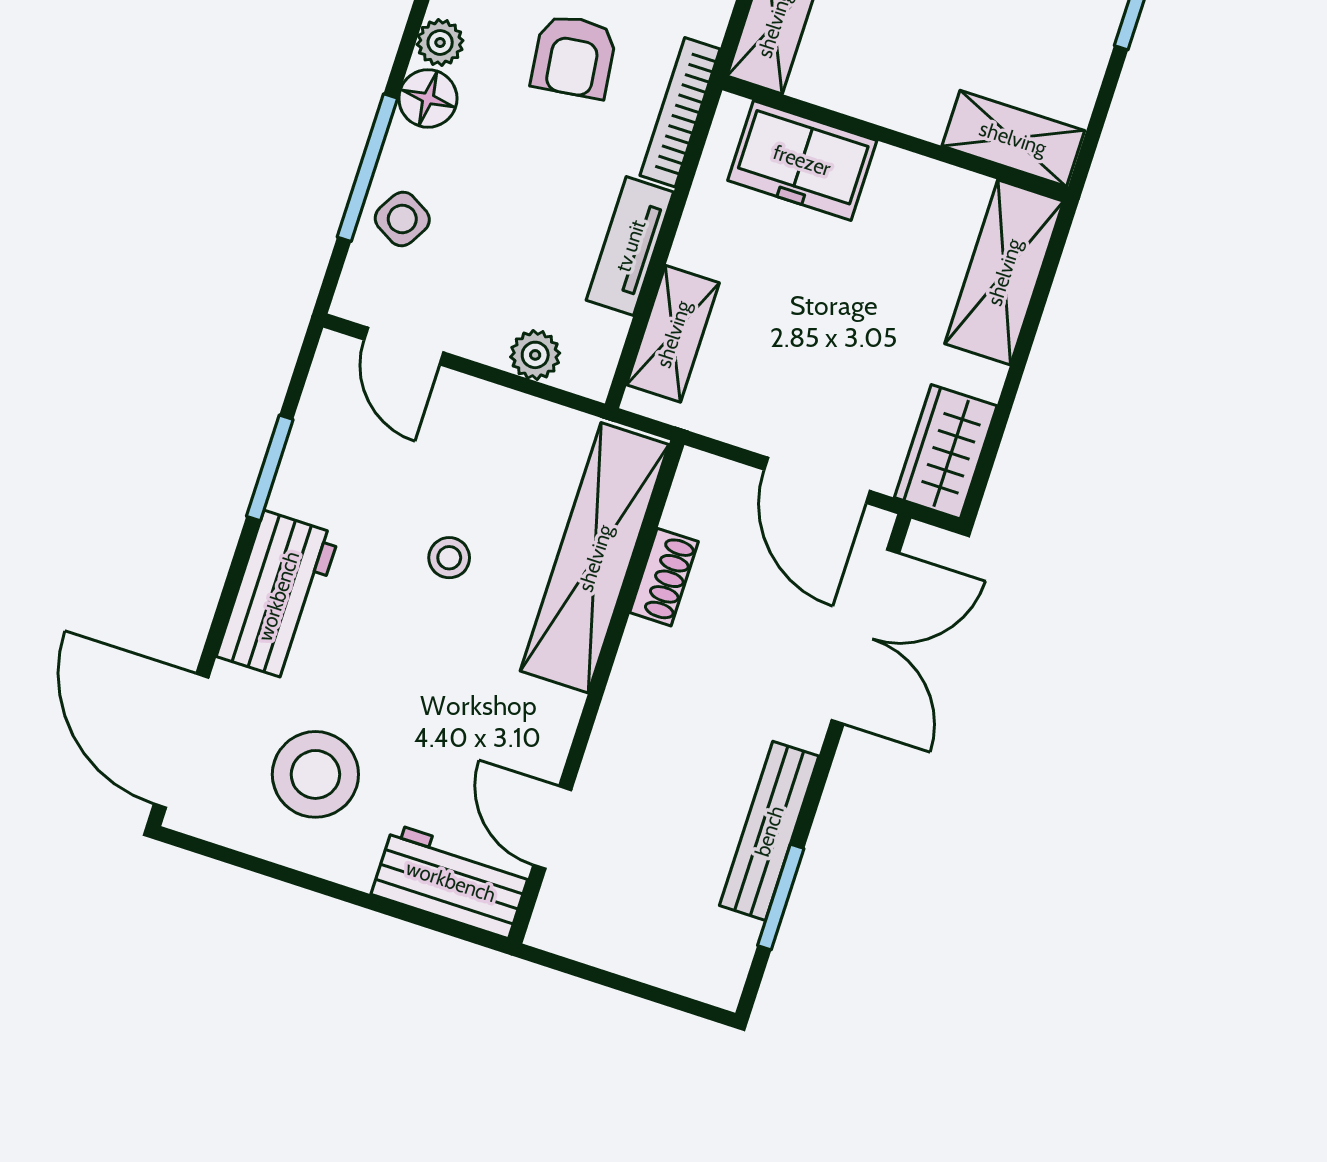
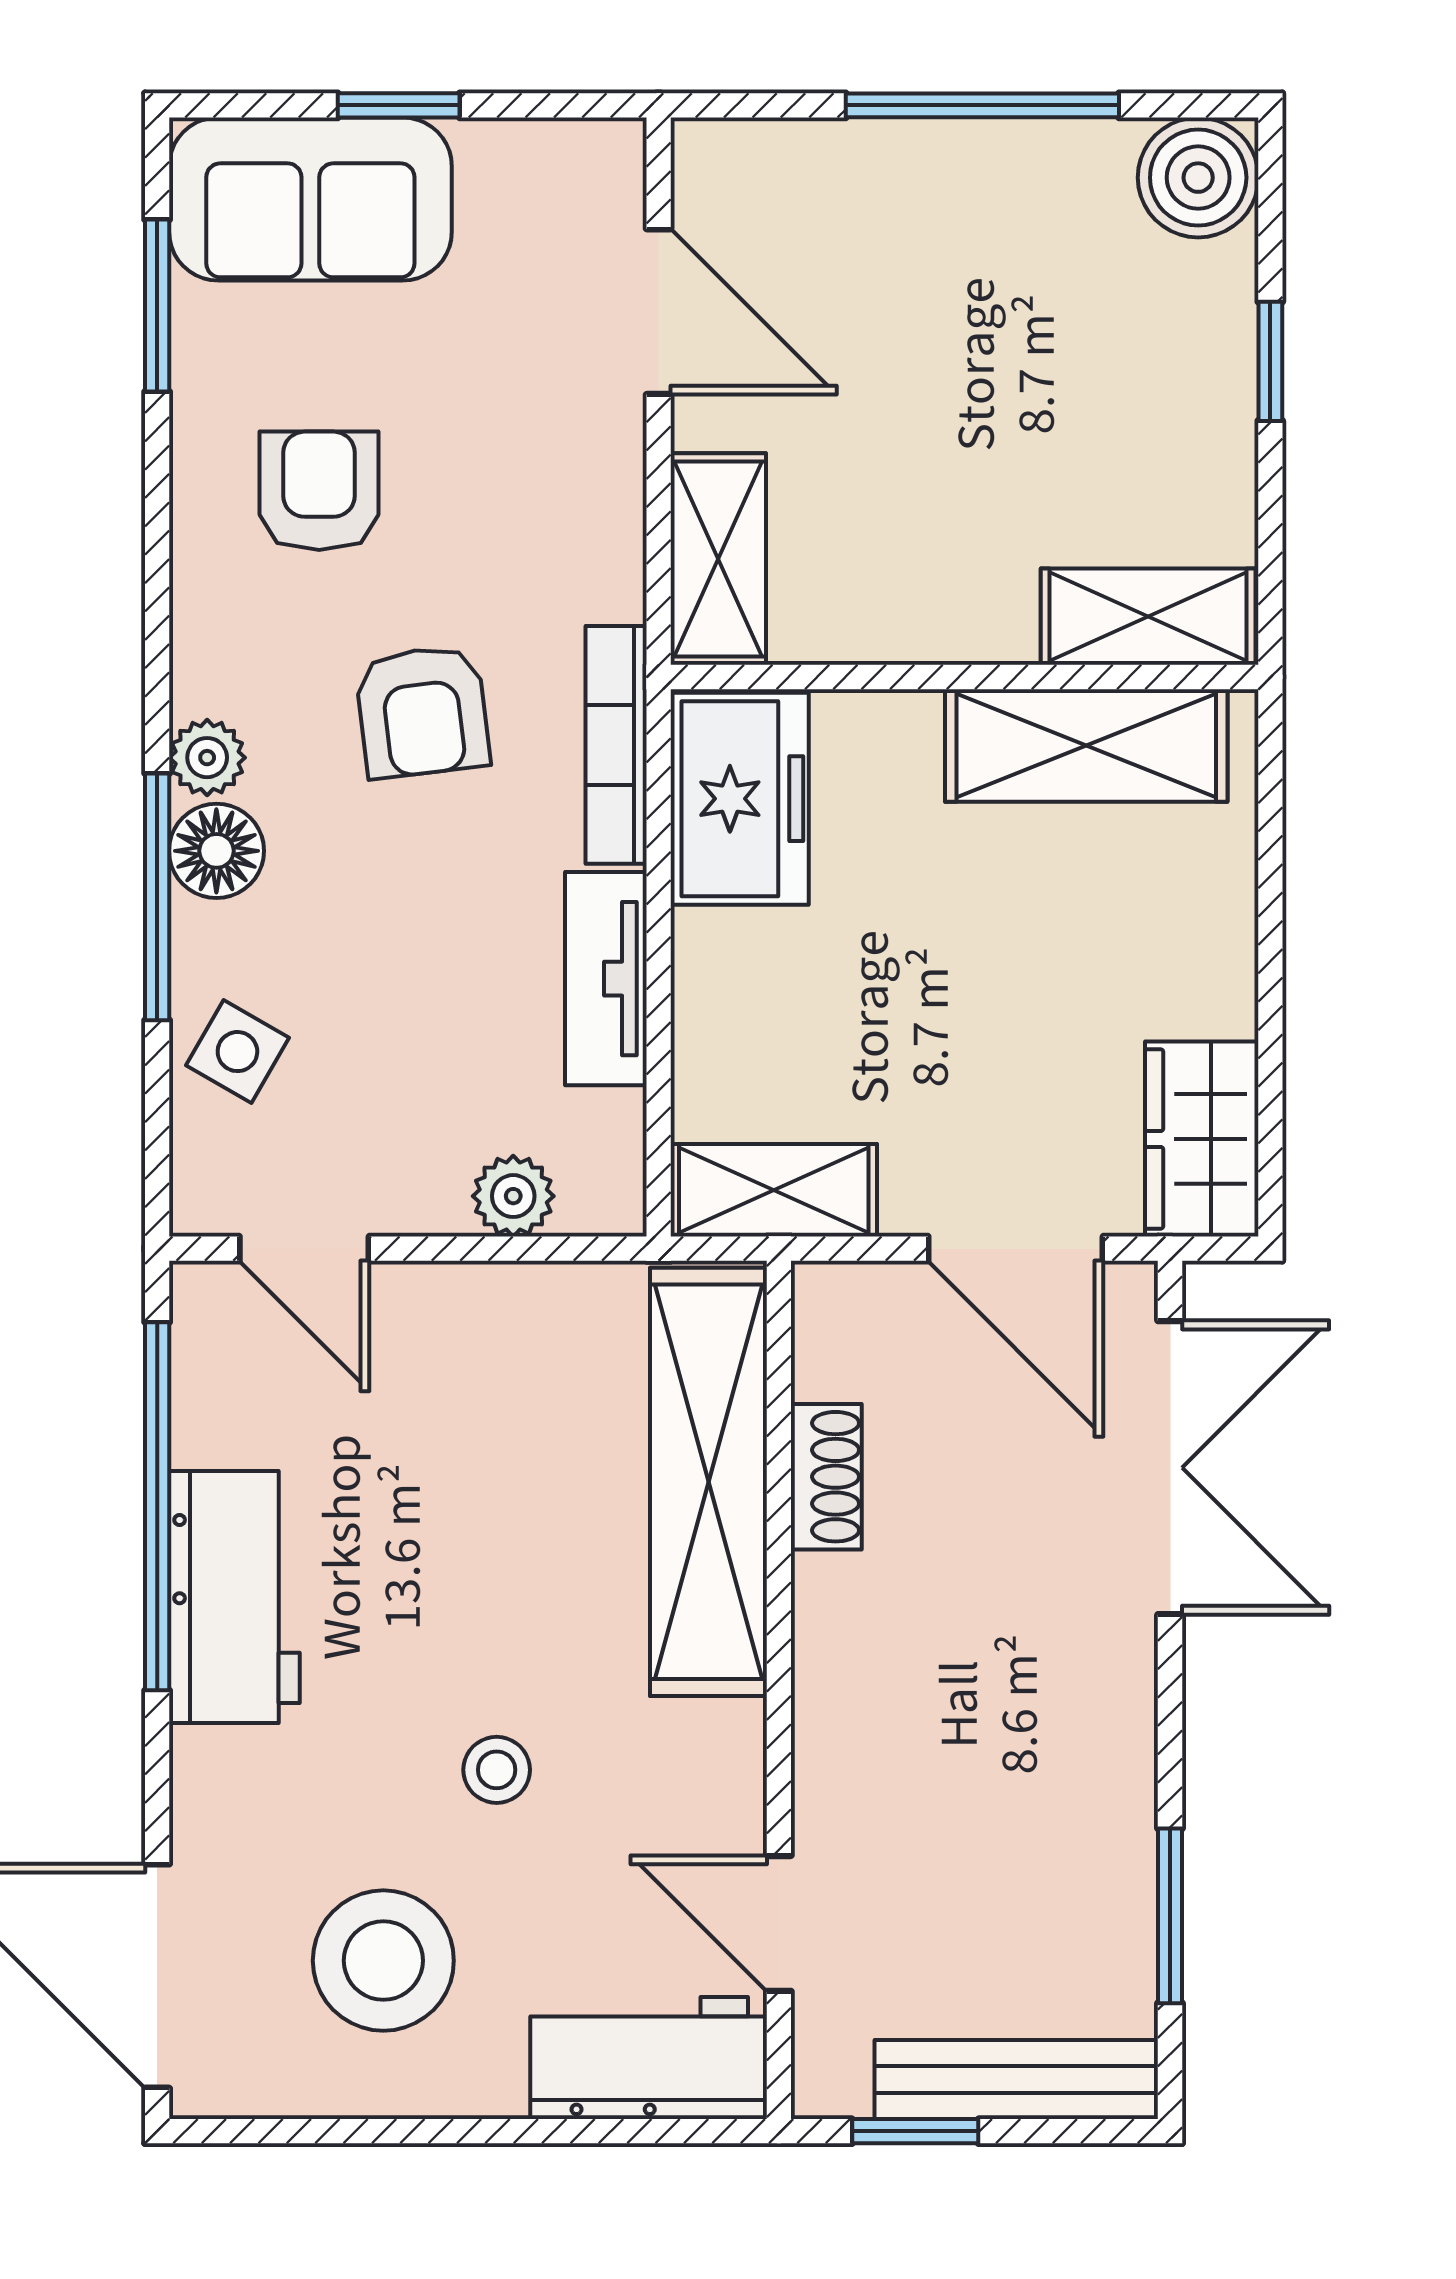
freezer: (802, 160) -> (740, 799), moved, turned -90
window: (367, 168) -> (157, 897), moved
shelving: (1004, 272) -> (1086, 746), moved, turned 90
shelving: (673, 334) -> (774, 1190), moved, turned 90
window: (270, 468) -> (157, 1506), width x2.11
stool: (449, 558) -> (497, 1770), moved
workbench: (278, 596) -> (234, 1597), moved
bench: (769, 831) -> (1016, 2079), moved, turned 90
window: (592, 974) -> (915, 2131), added

